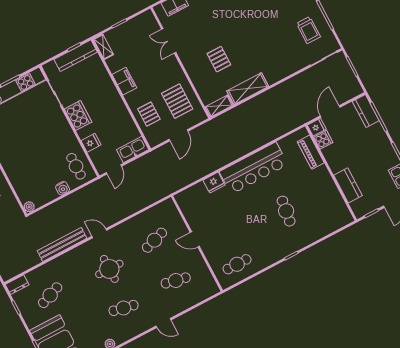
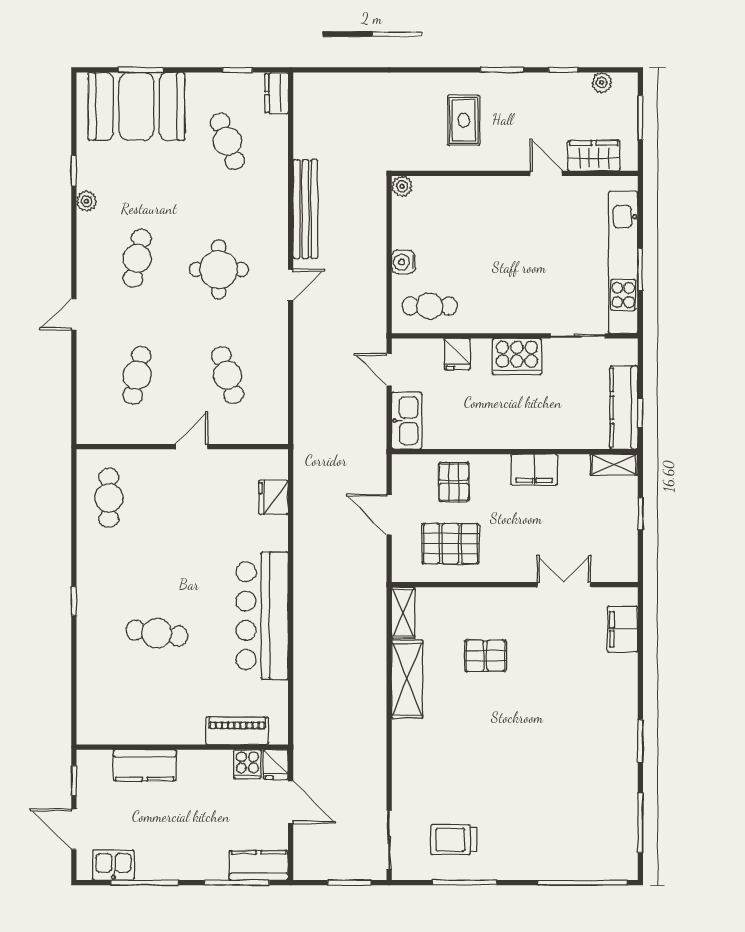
pallet: (149, 114) -> (454, 482), turned 90
fridge: (214, 183) -> (273, 497), moved

